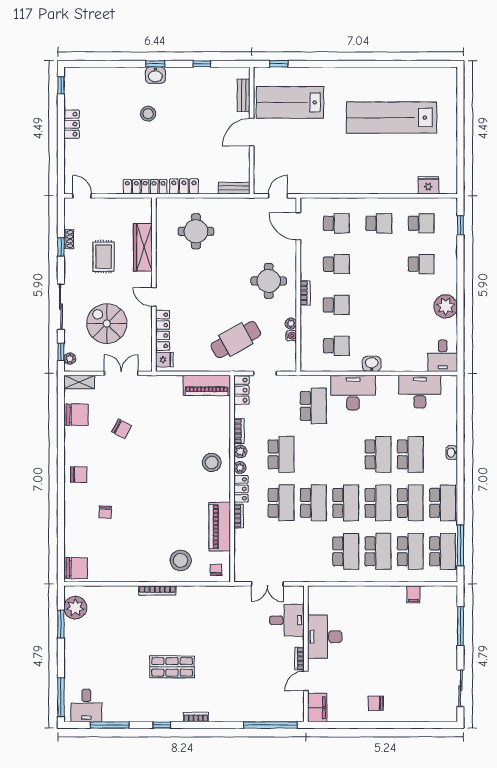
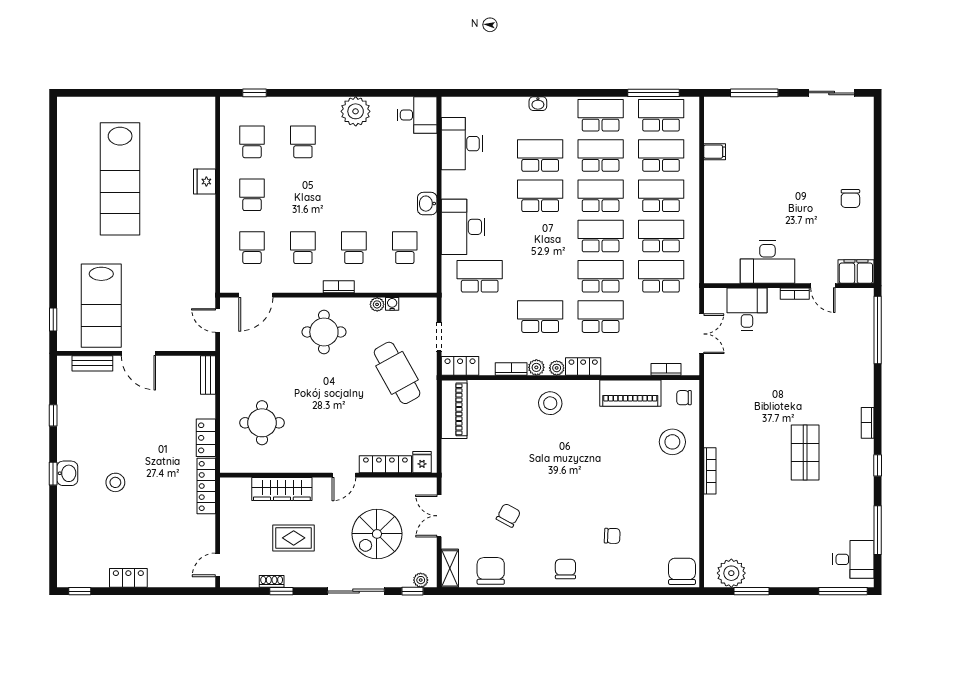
fridge: (428, 185) -> (205, 182), moved
bookcase: (239, 516) -> (666, 369), moved
school desk: (313, 551) -> (661, 276), added

